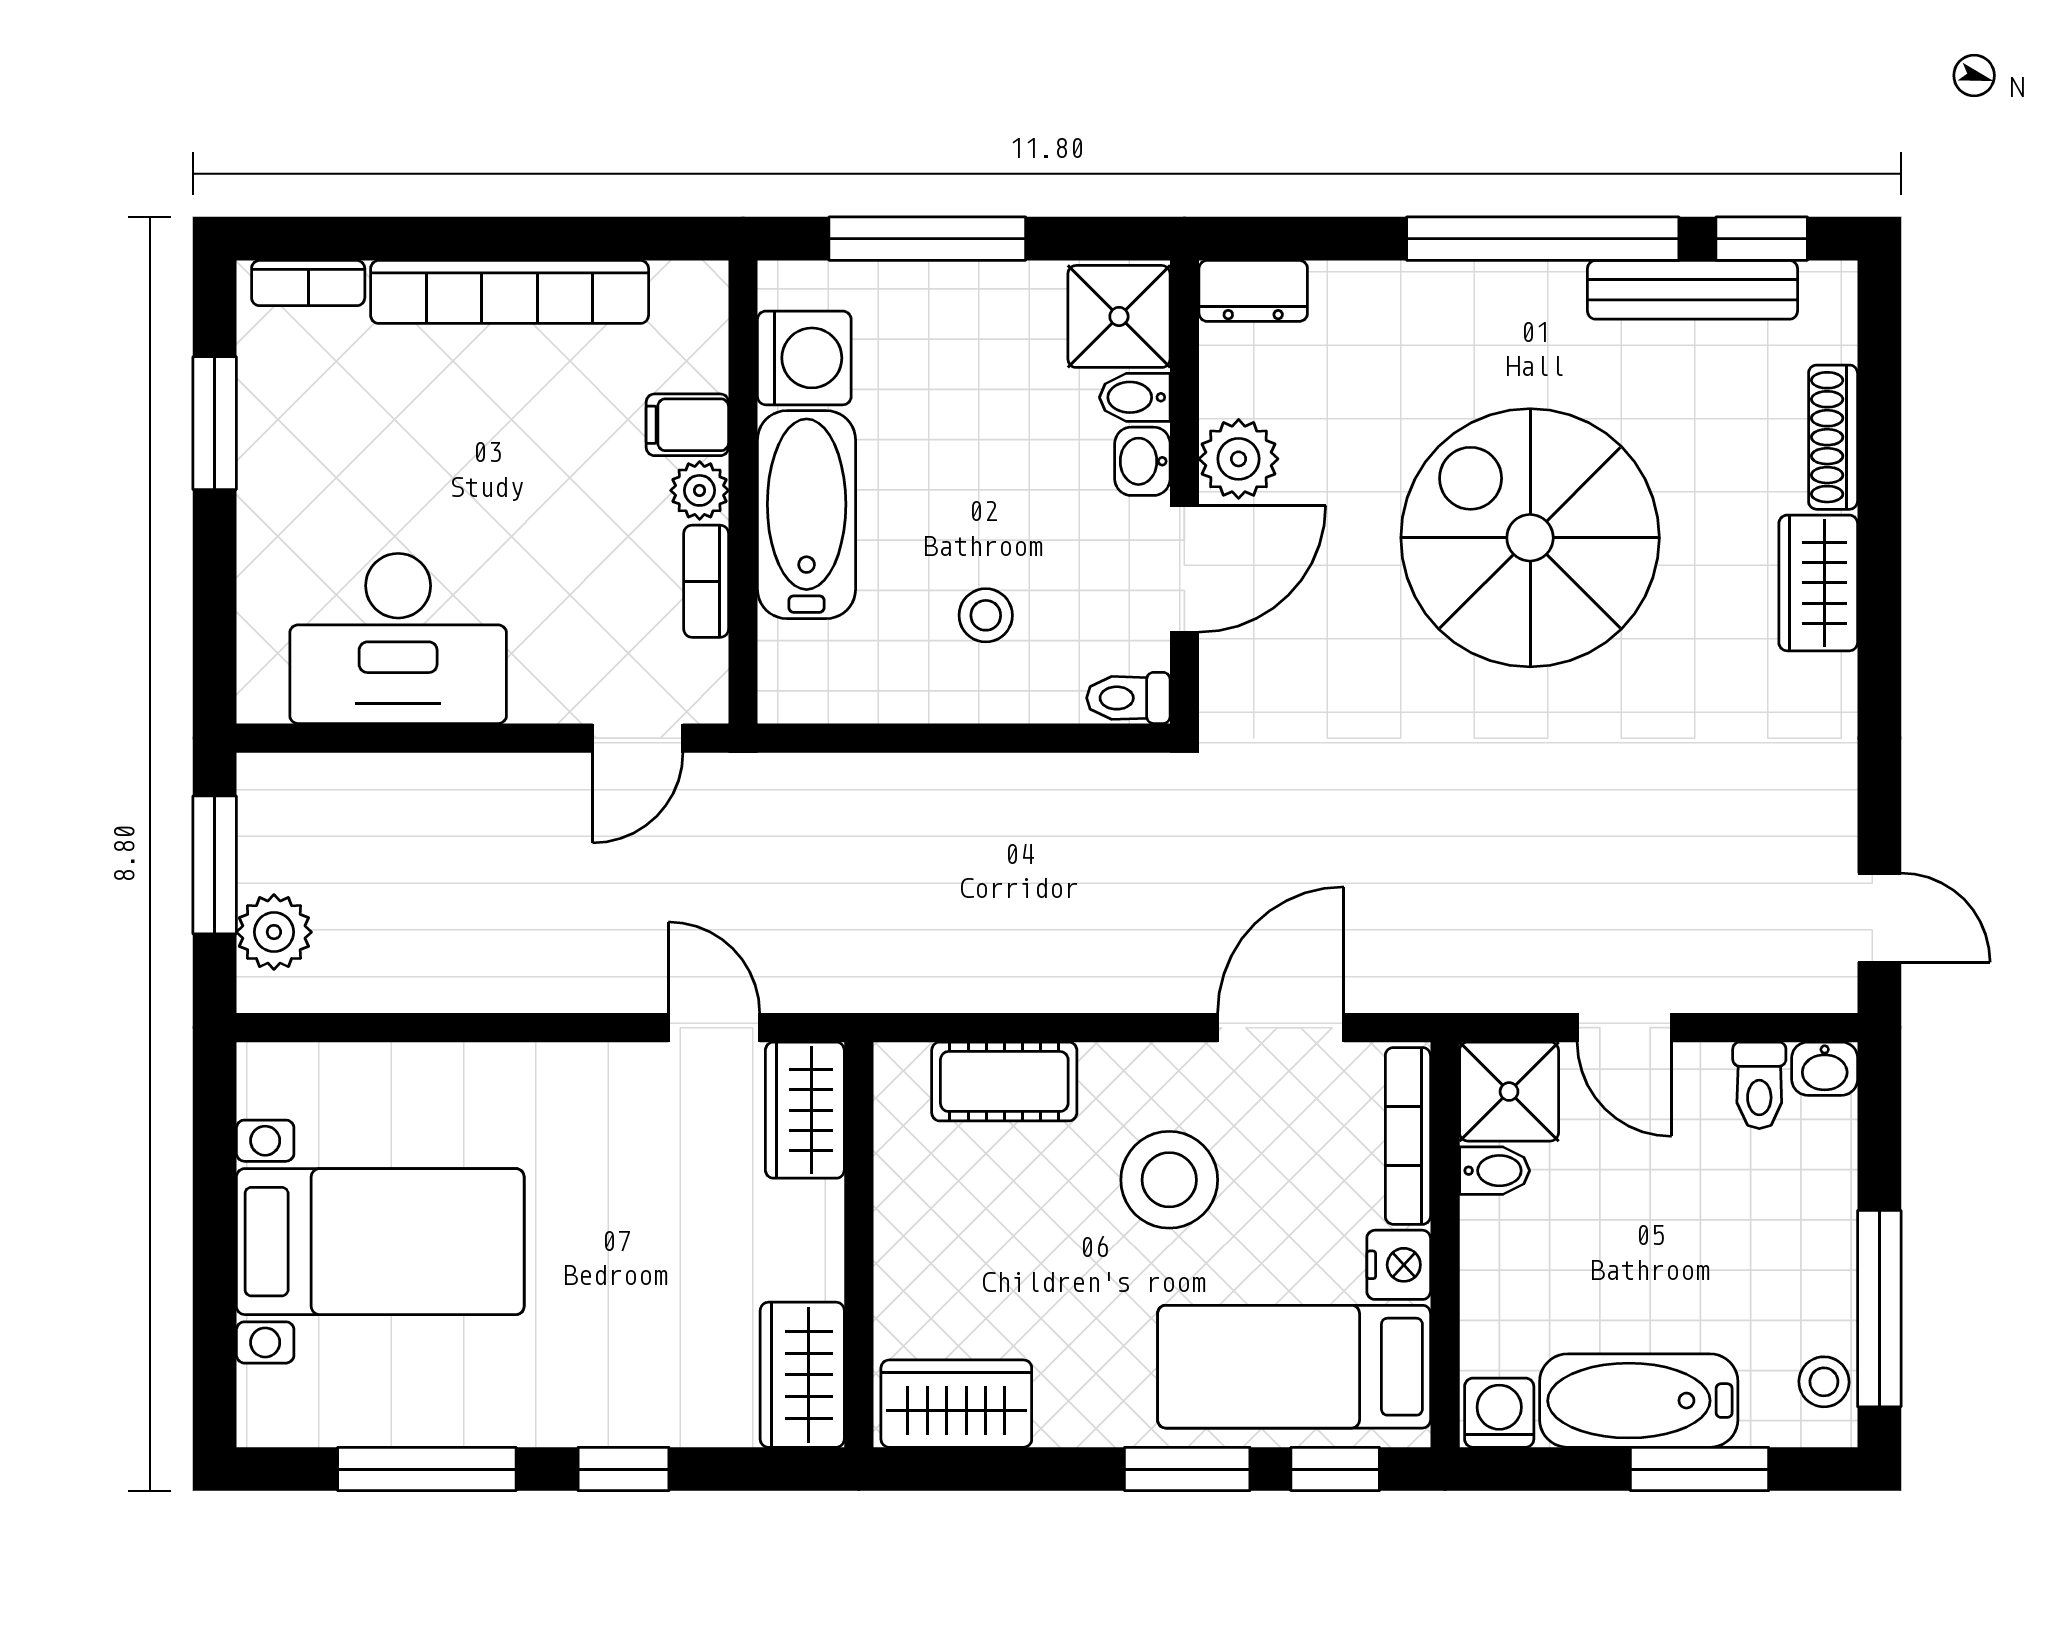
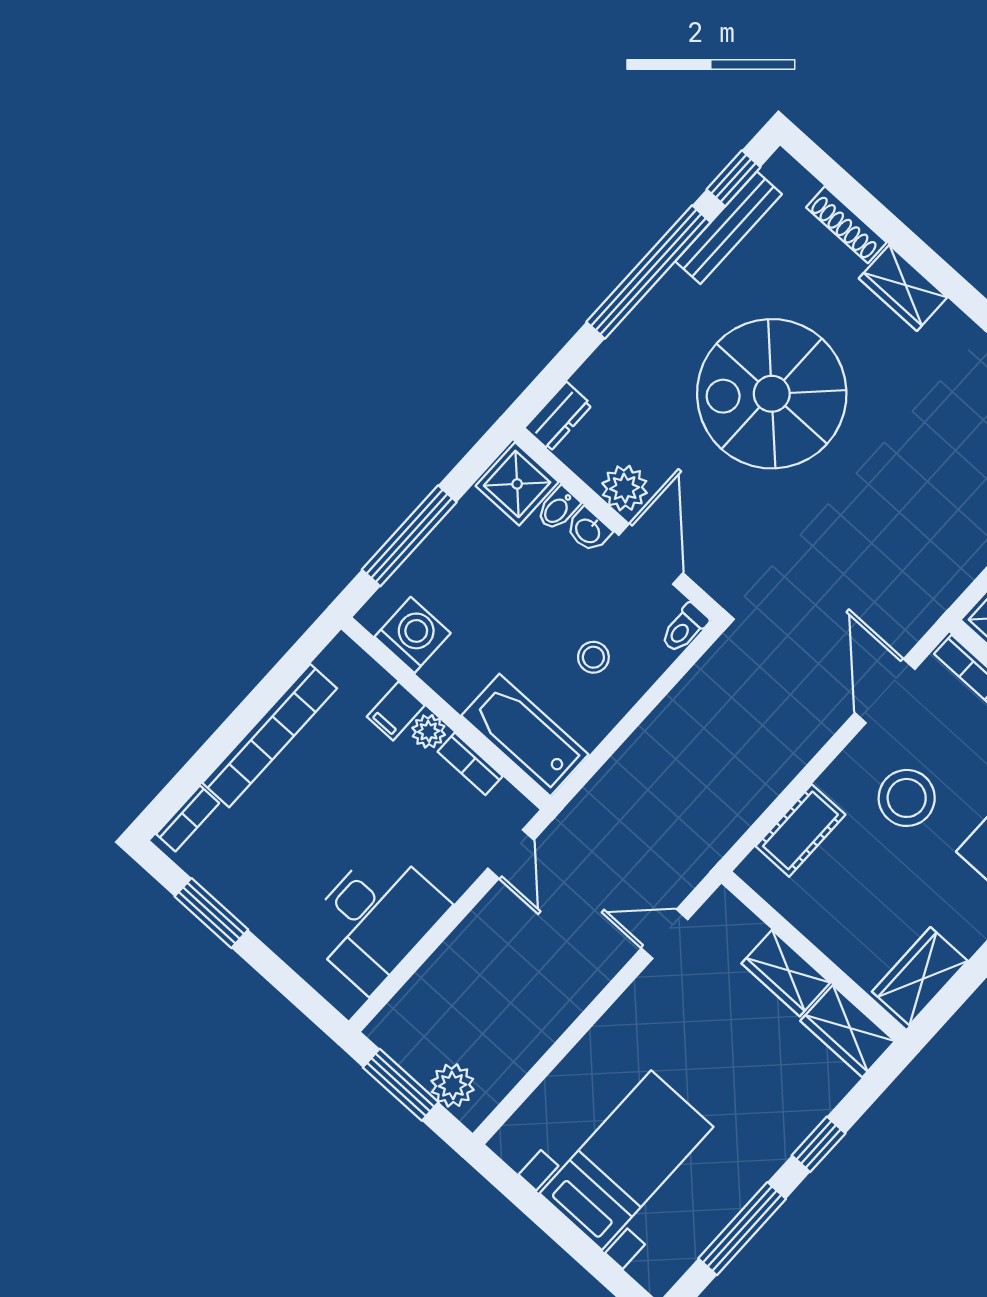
bathtub: (807, 515) -> (525, 735), moved
wardrobe: (805, 1110) -> (786, 973), moved

